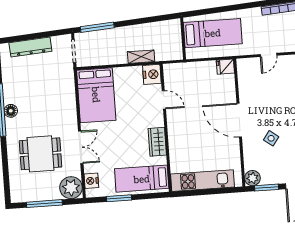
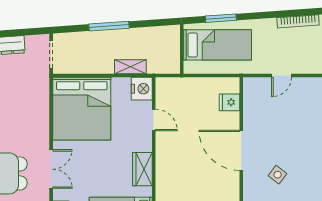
window: (214, 10) -> (221, 18), added
window: (97, 27) -> (109, 26), moved
fridge: (225, 67) -> (229, 102), moved
bed: (96, 95) -> (82, 109), width x1.36

